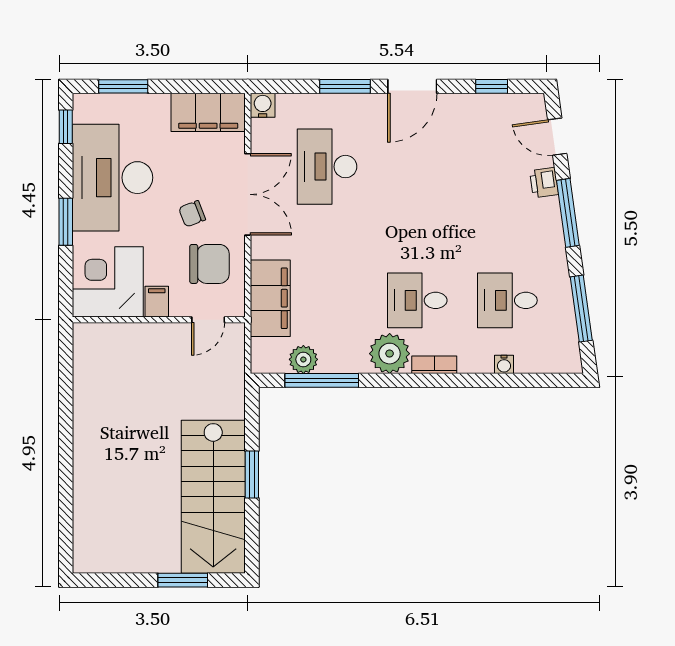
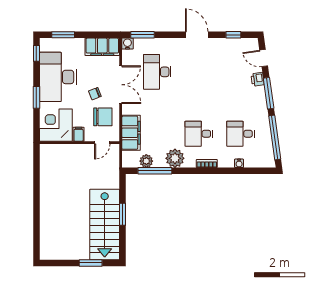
window: (345, 86) -> (143, 35), moved
door: (412, 86) -> (197, 35), swing flipped
window: (581, 309) -> (275, 137), width x1.46
plant: (390, 354) -> (175, 158), moved

